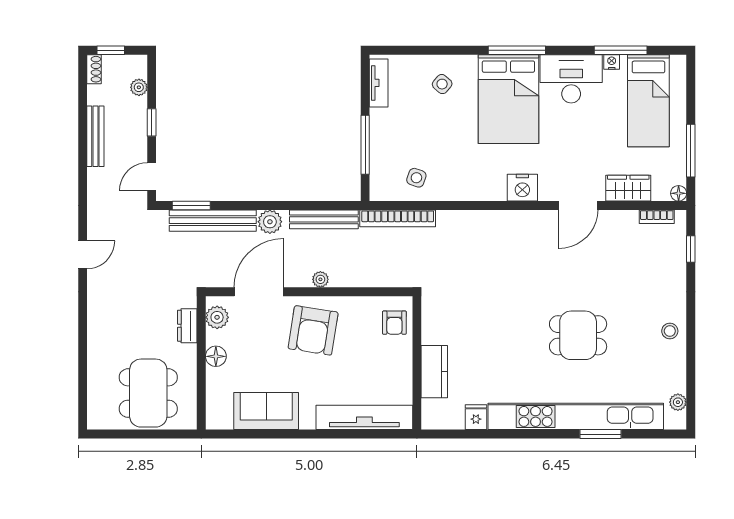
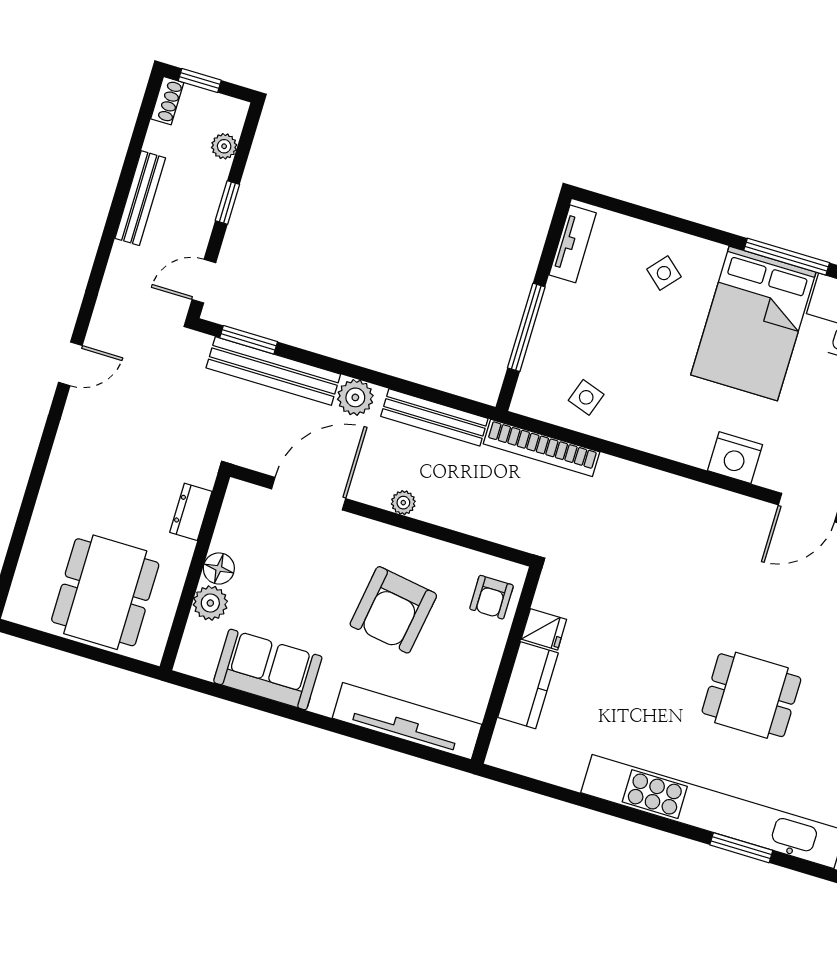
plant: (217, 317) -> (210, 603), moved
armchair: (313, 330) -> (393, 610), moved
fridge: (476, 417) -> (544, 629), moved, turned 90

